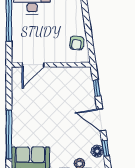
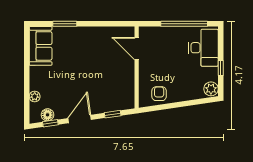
armchair: (77, 43) -> (159, 94), turned 84
window: (9, 134) -> (65, 24), width x0.47

